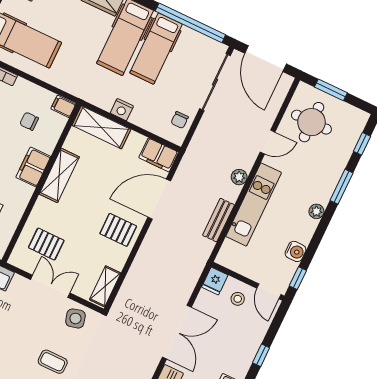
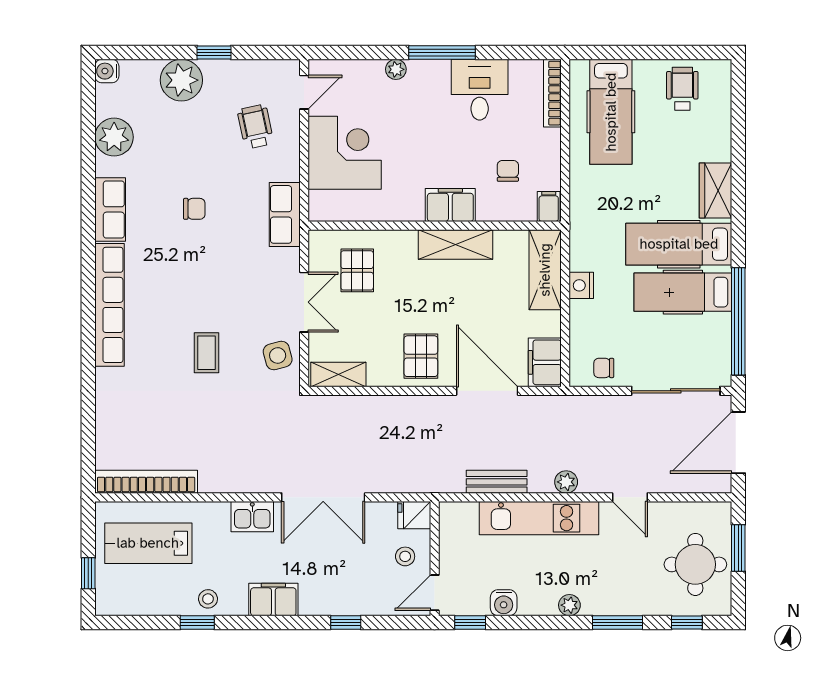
round table: (311, 122) -> (695, 564), moved

